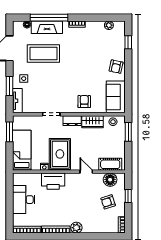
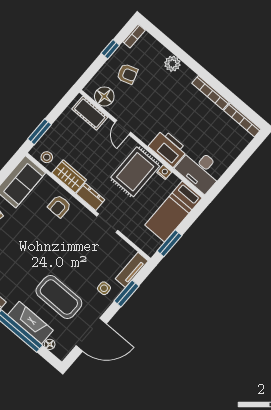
window: (128, 196) -> (110, 49), moved
desk: (24, 200) -> (200, 170), moved, turned 90
plant: (76, 228) -> (172, 64), moved

